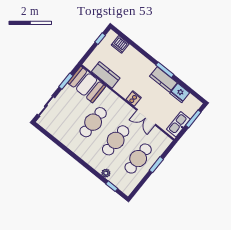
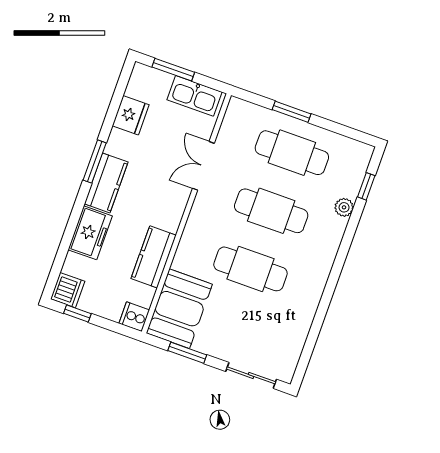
dishwasher: (120, 44) -> (68, 290), moved
freezer: (134, 57) -> (90, 233), added
kitchen counter: (106, 75) -> (154, 257), moved
kitchen counter: (163, 80) -> (106, 183), moved
cooker: (134, 98) -> (134, 317), moved
double door: (146, 117) -> (203, 166), swing flipped

